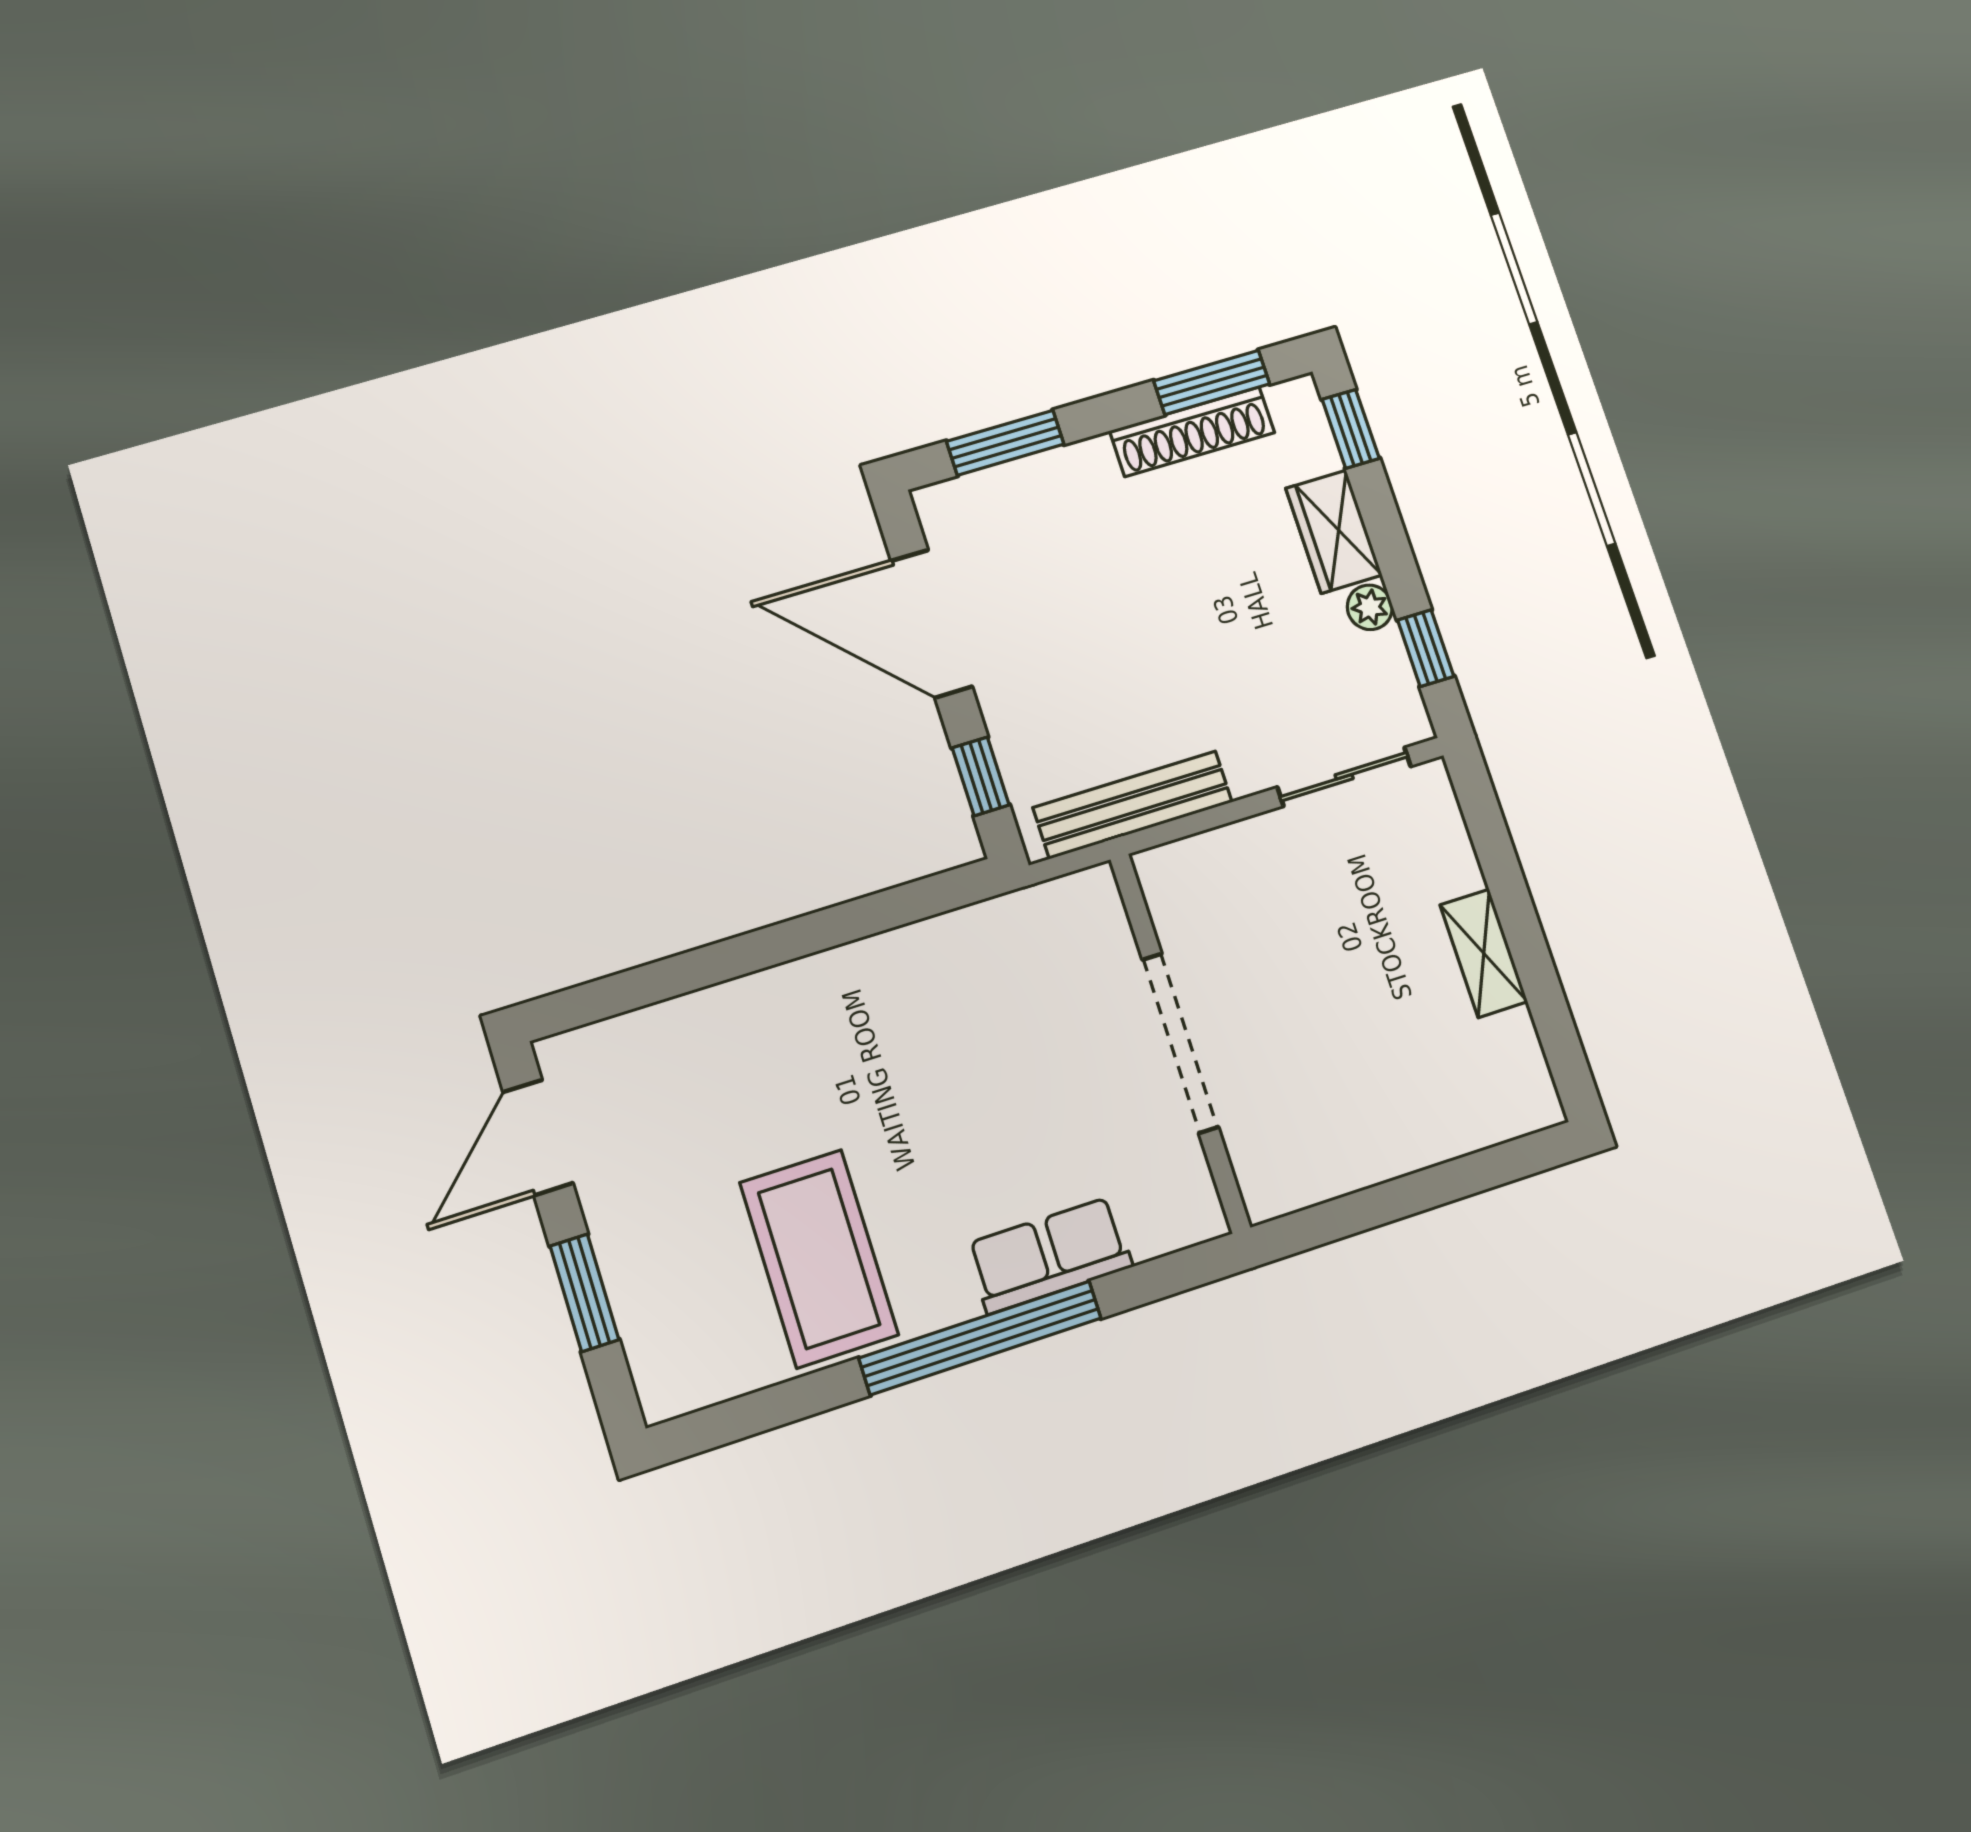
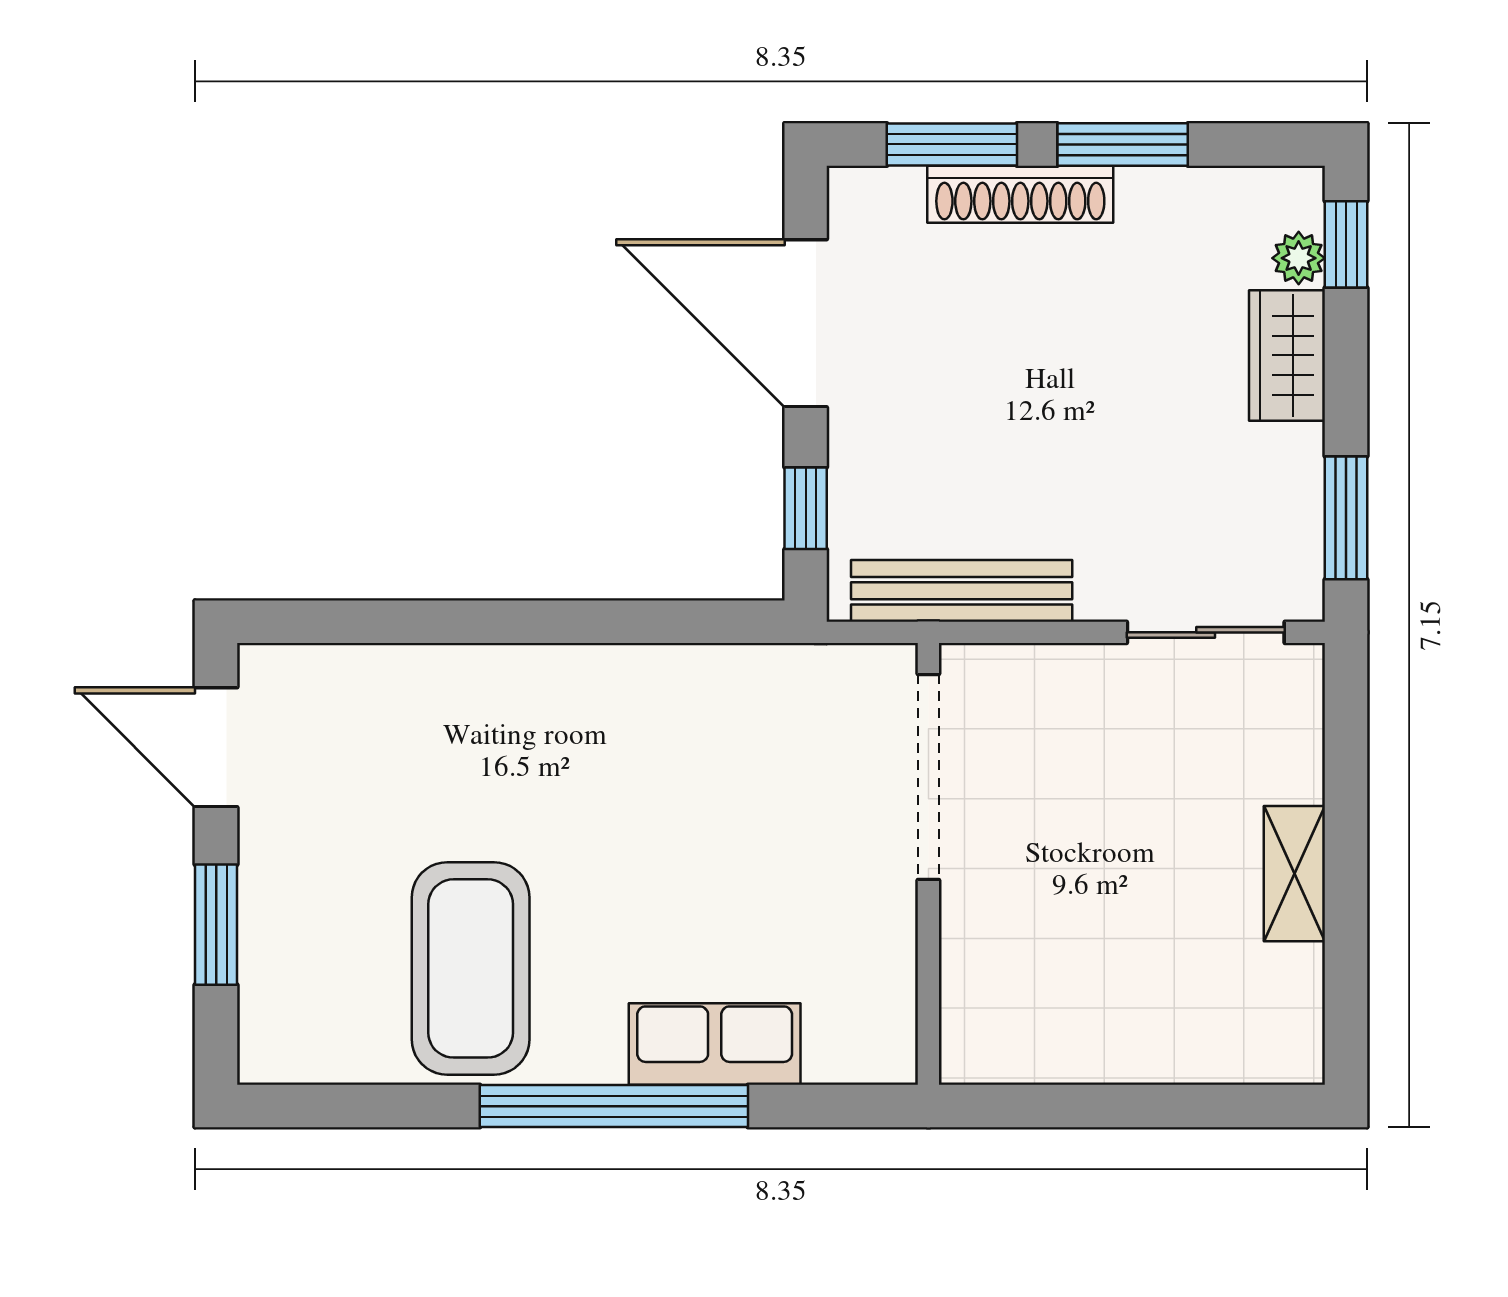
window: (1212, 382) -> (1123, 144), moved
shoe rack: (1192, 432) -> (1020, 194), moved
plant: (1370, 607) -> (1299, 258), moved
window: (1426, 648) -> (1346, 518), width x1.50
doorway: (1180, 1043) -> (928, 777), moved
door: (538, 1137) -> (216, 747), hinge flipped

